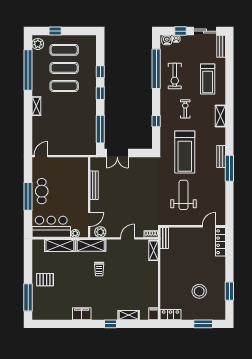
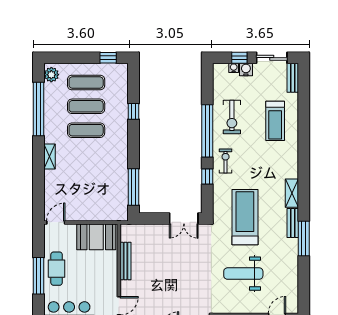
window: (55, 31) -> (108, 58), moved
water cooler: (167, 40) -> (246, 69), moved
window: (156, 69) -> (207, 131), moved
window: (100, 93) -> (134, 140), removed
exercise bike: (185, 109) -> (226, 161), moved
shelving: (220, 116) -> (292, 193), moved
treadmill: (185, 152) -> (245, 217), turned 180
double door: (117, 153) -> (184, 218), moved
booth: (72, 167) -> (96, 237), added
weight bench: (183, 195) -> (243, 274), turned -90

